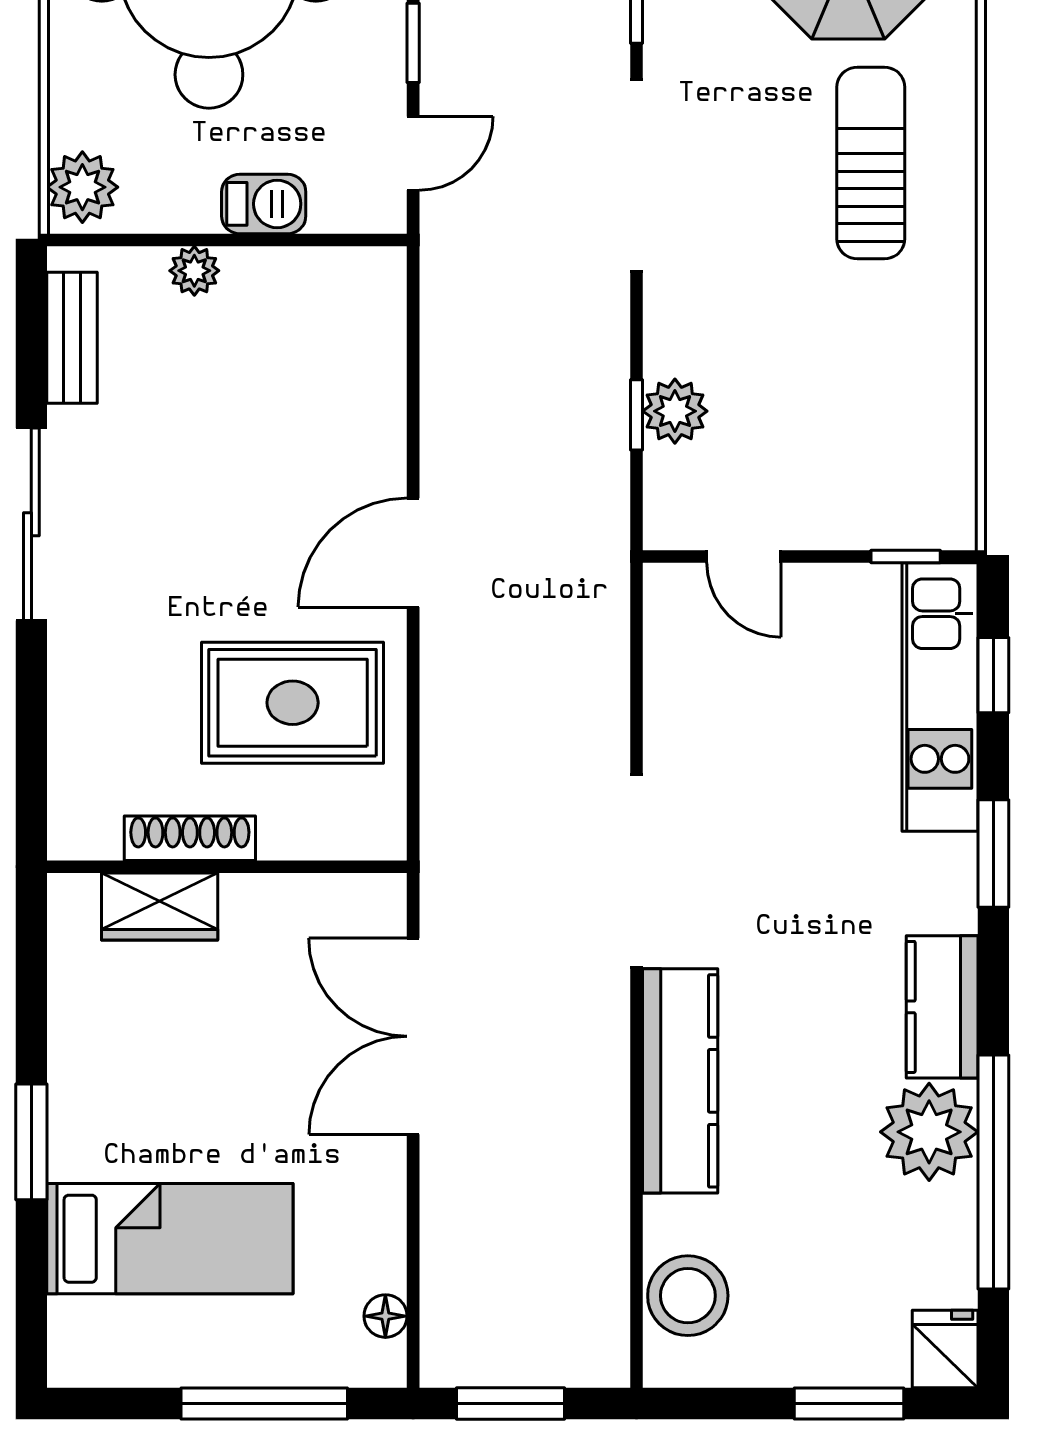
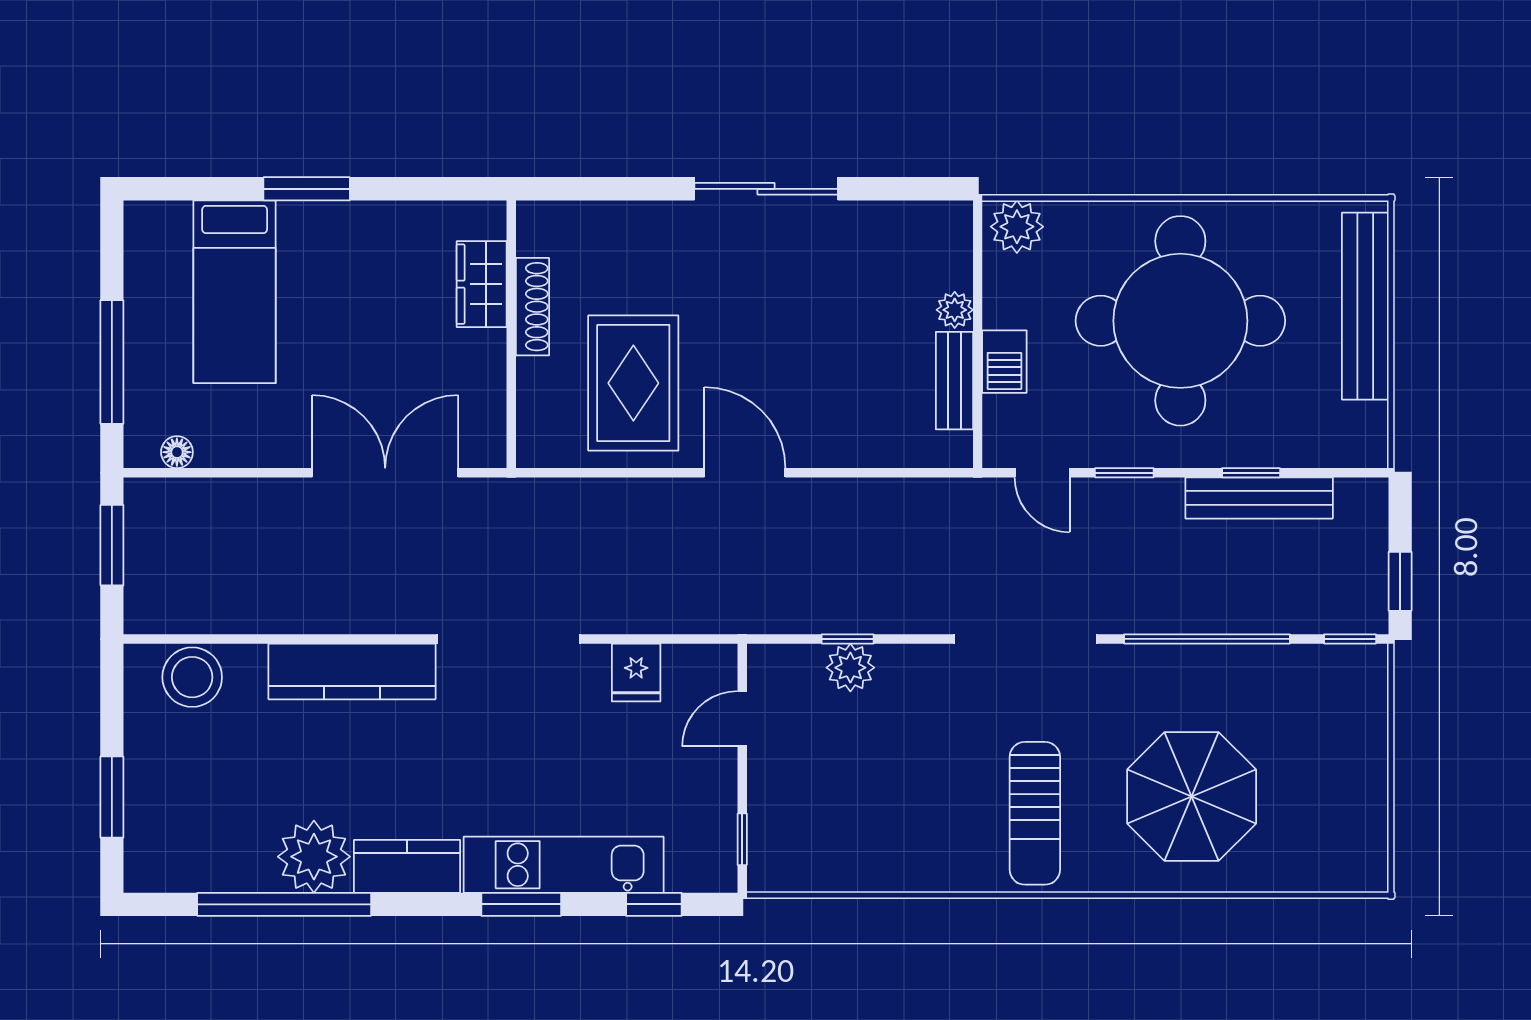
sun lounger: (871, 163) -> (1035, 813), turned 90
bench: (72, 338) -> (954, 381), moved, turned 90
kitchen unit: (940, 697) -> (564, 865), moved
fridge: (945, 1349) -> (636, 673), moved, turned 90

